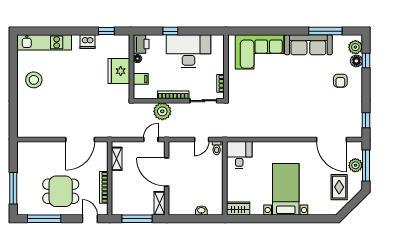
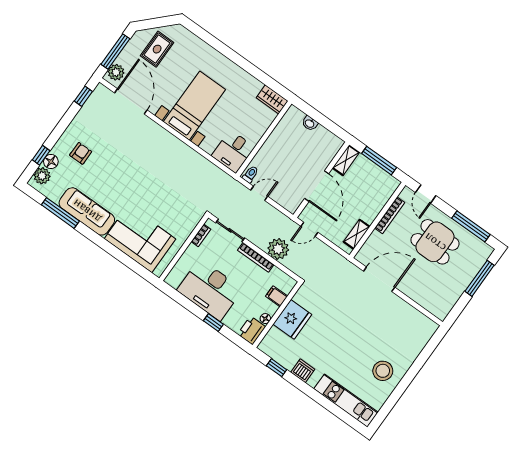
plant: (355, 165) -> (116, 72), moved
bed with nightstands: (286, 189) -> (194, 106), moved, turned 180

